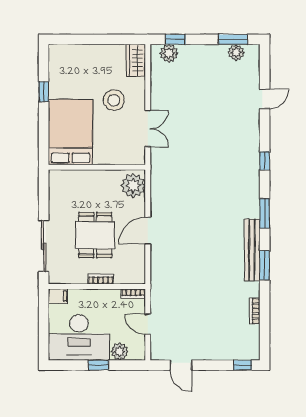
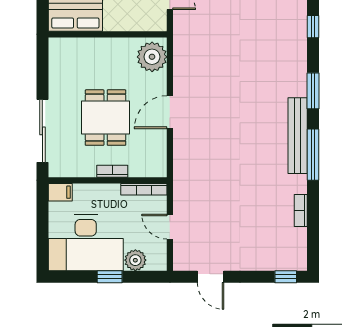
window: (265, 265) -> (313, 155), width x1.44
bookcase: (133, 294) -> (144, 189), width x1.56

